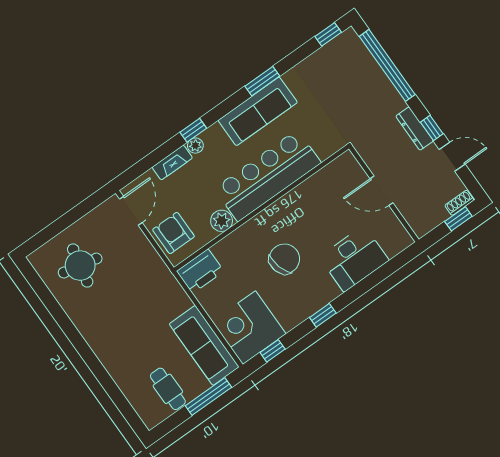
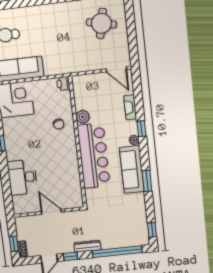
dresser: (415, 129) -> (87, 246), moved
plant: (195, 146) -> (134, 140), moved
door: (381, 191) -> (51, 212), hinge flipped
armchair: (173, 233) -> (91, 86), removed
chair: (284, 259) -> (59, 124), moved, width x0.54, depth x0.54
printer: (200, 271) -> (63, 83), width x0.53, depth x0.68

